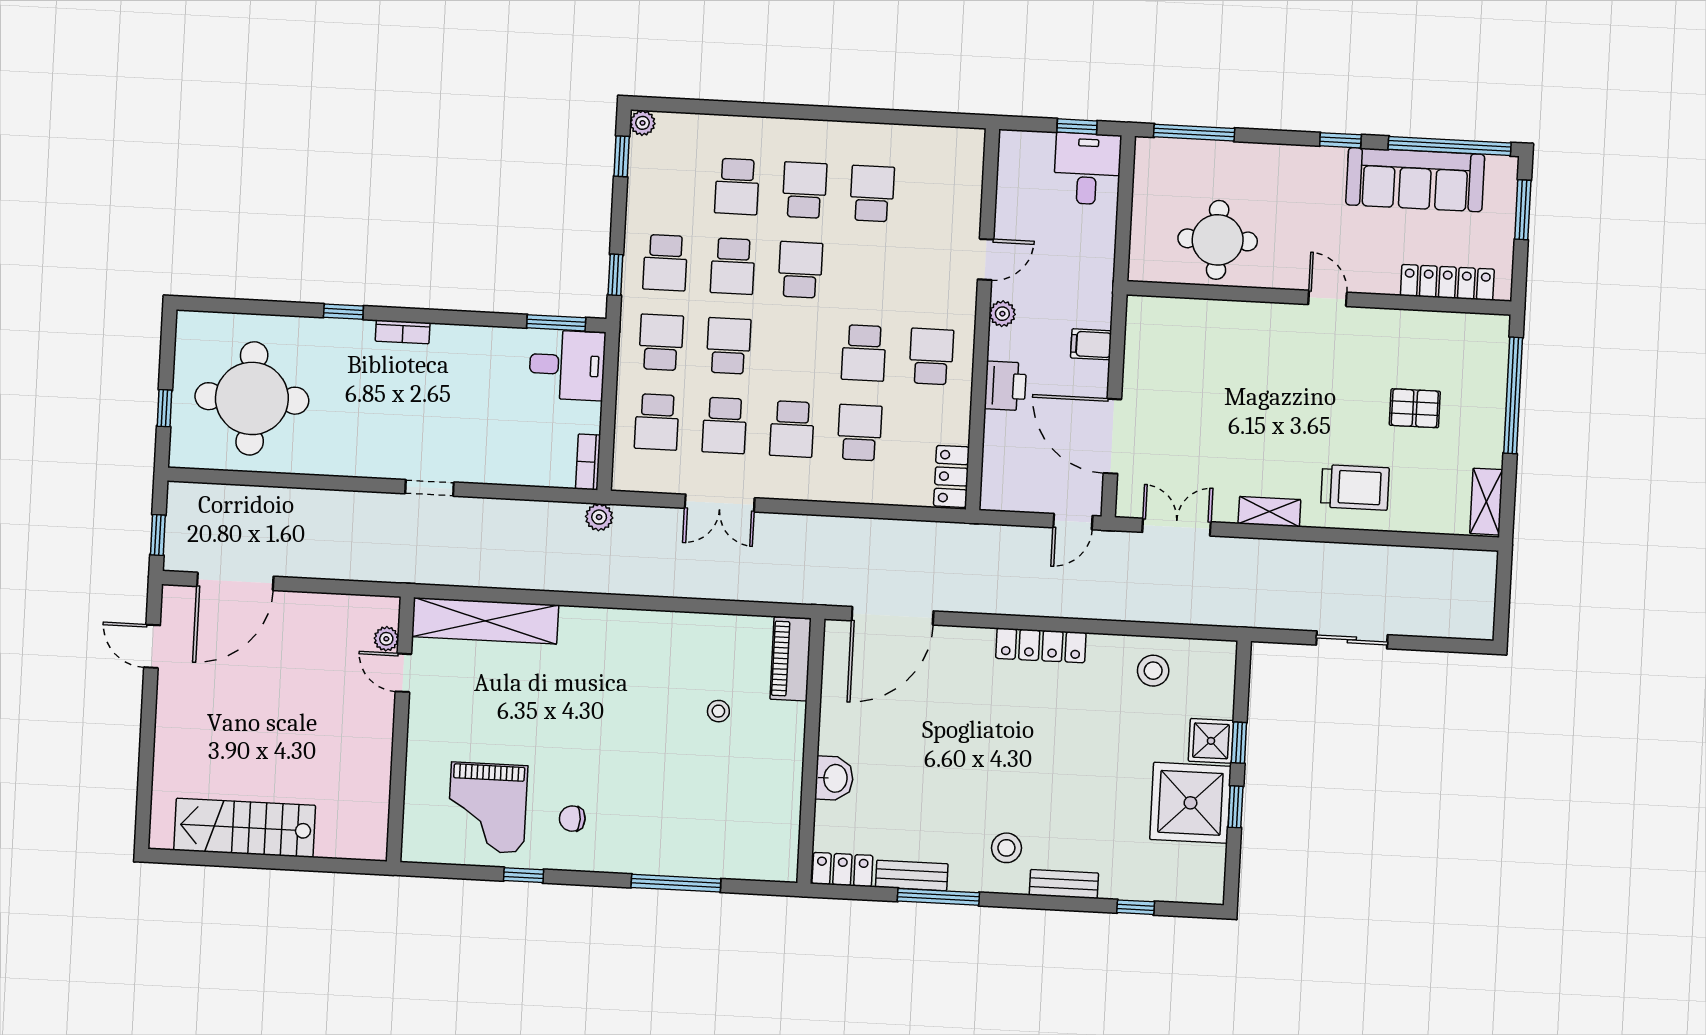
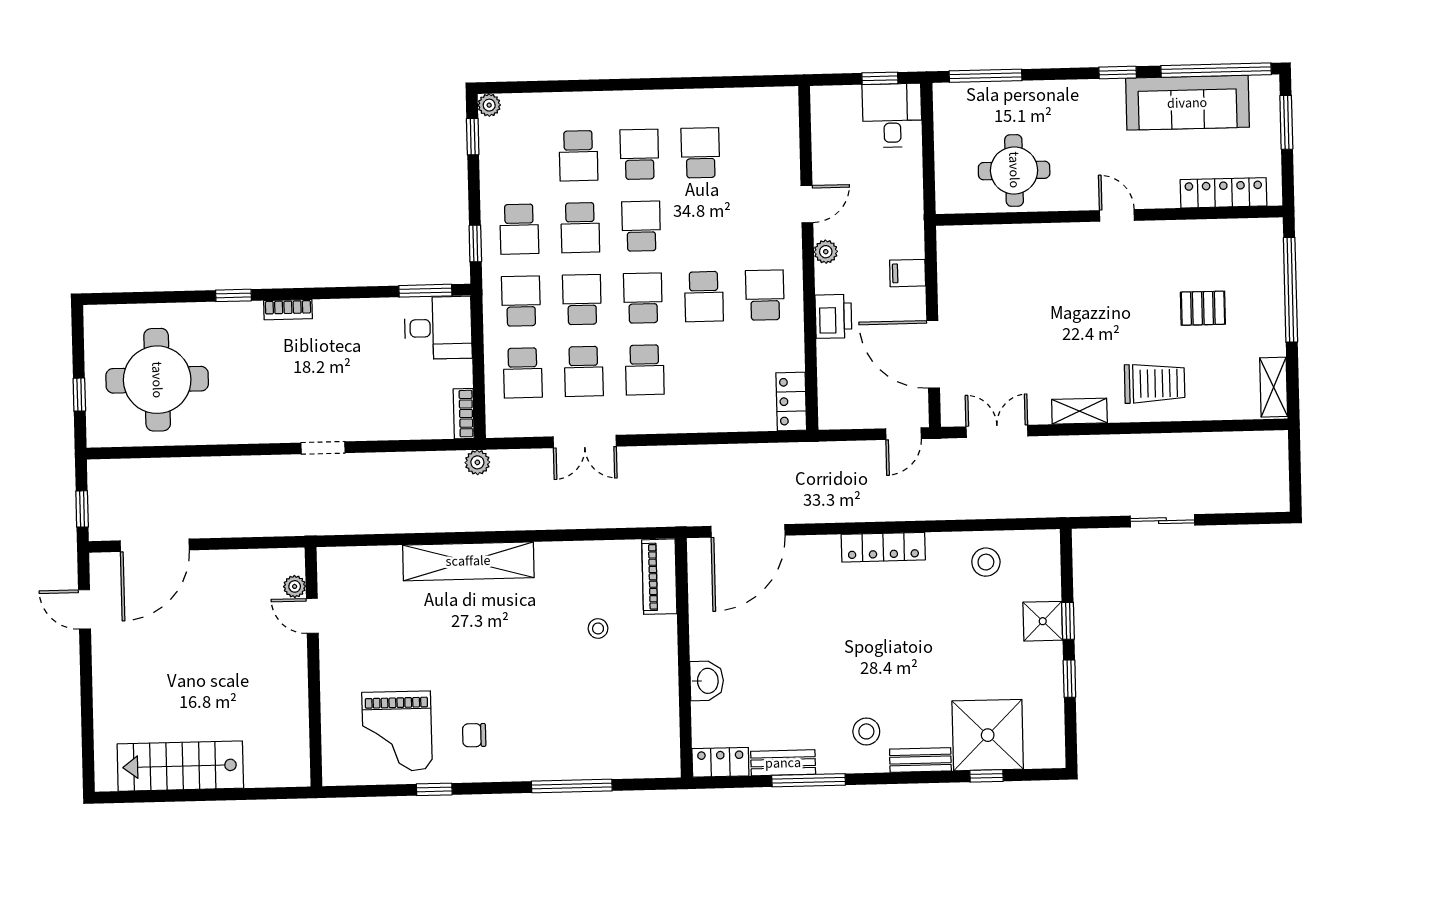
school desk: (860, 433) -> (643, 298), moved
shelving: (485, 621) -> (468, 561), moved
shower: (1190, 803) -> (988, 735), moved

